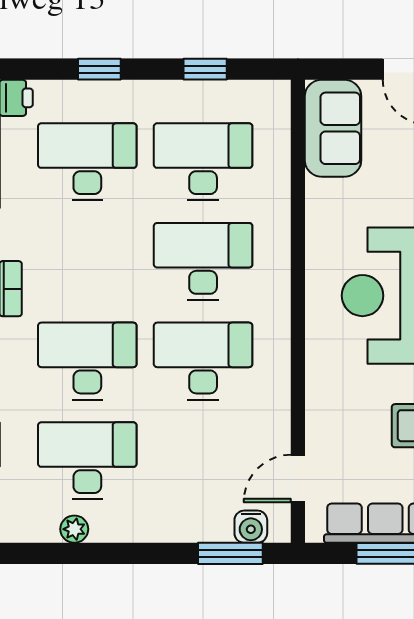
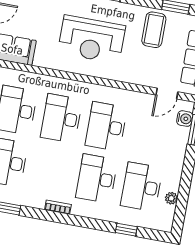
door: (298, 479) -> (167, 93), hinge flipped

